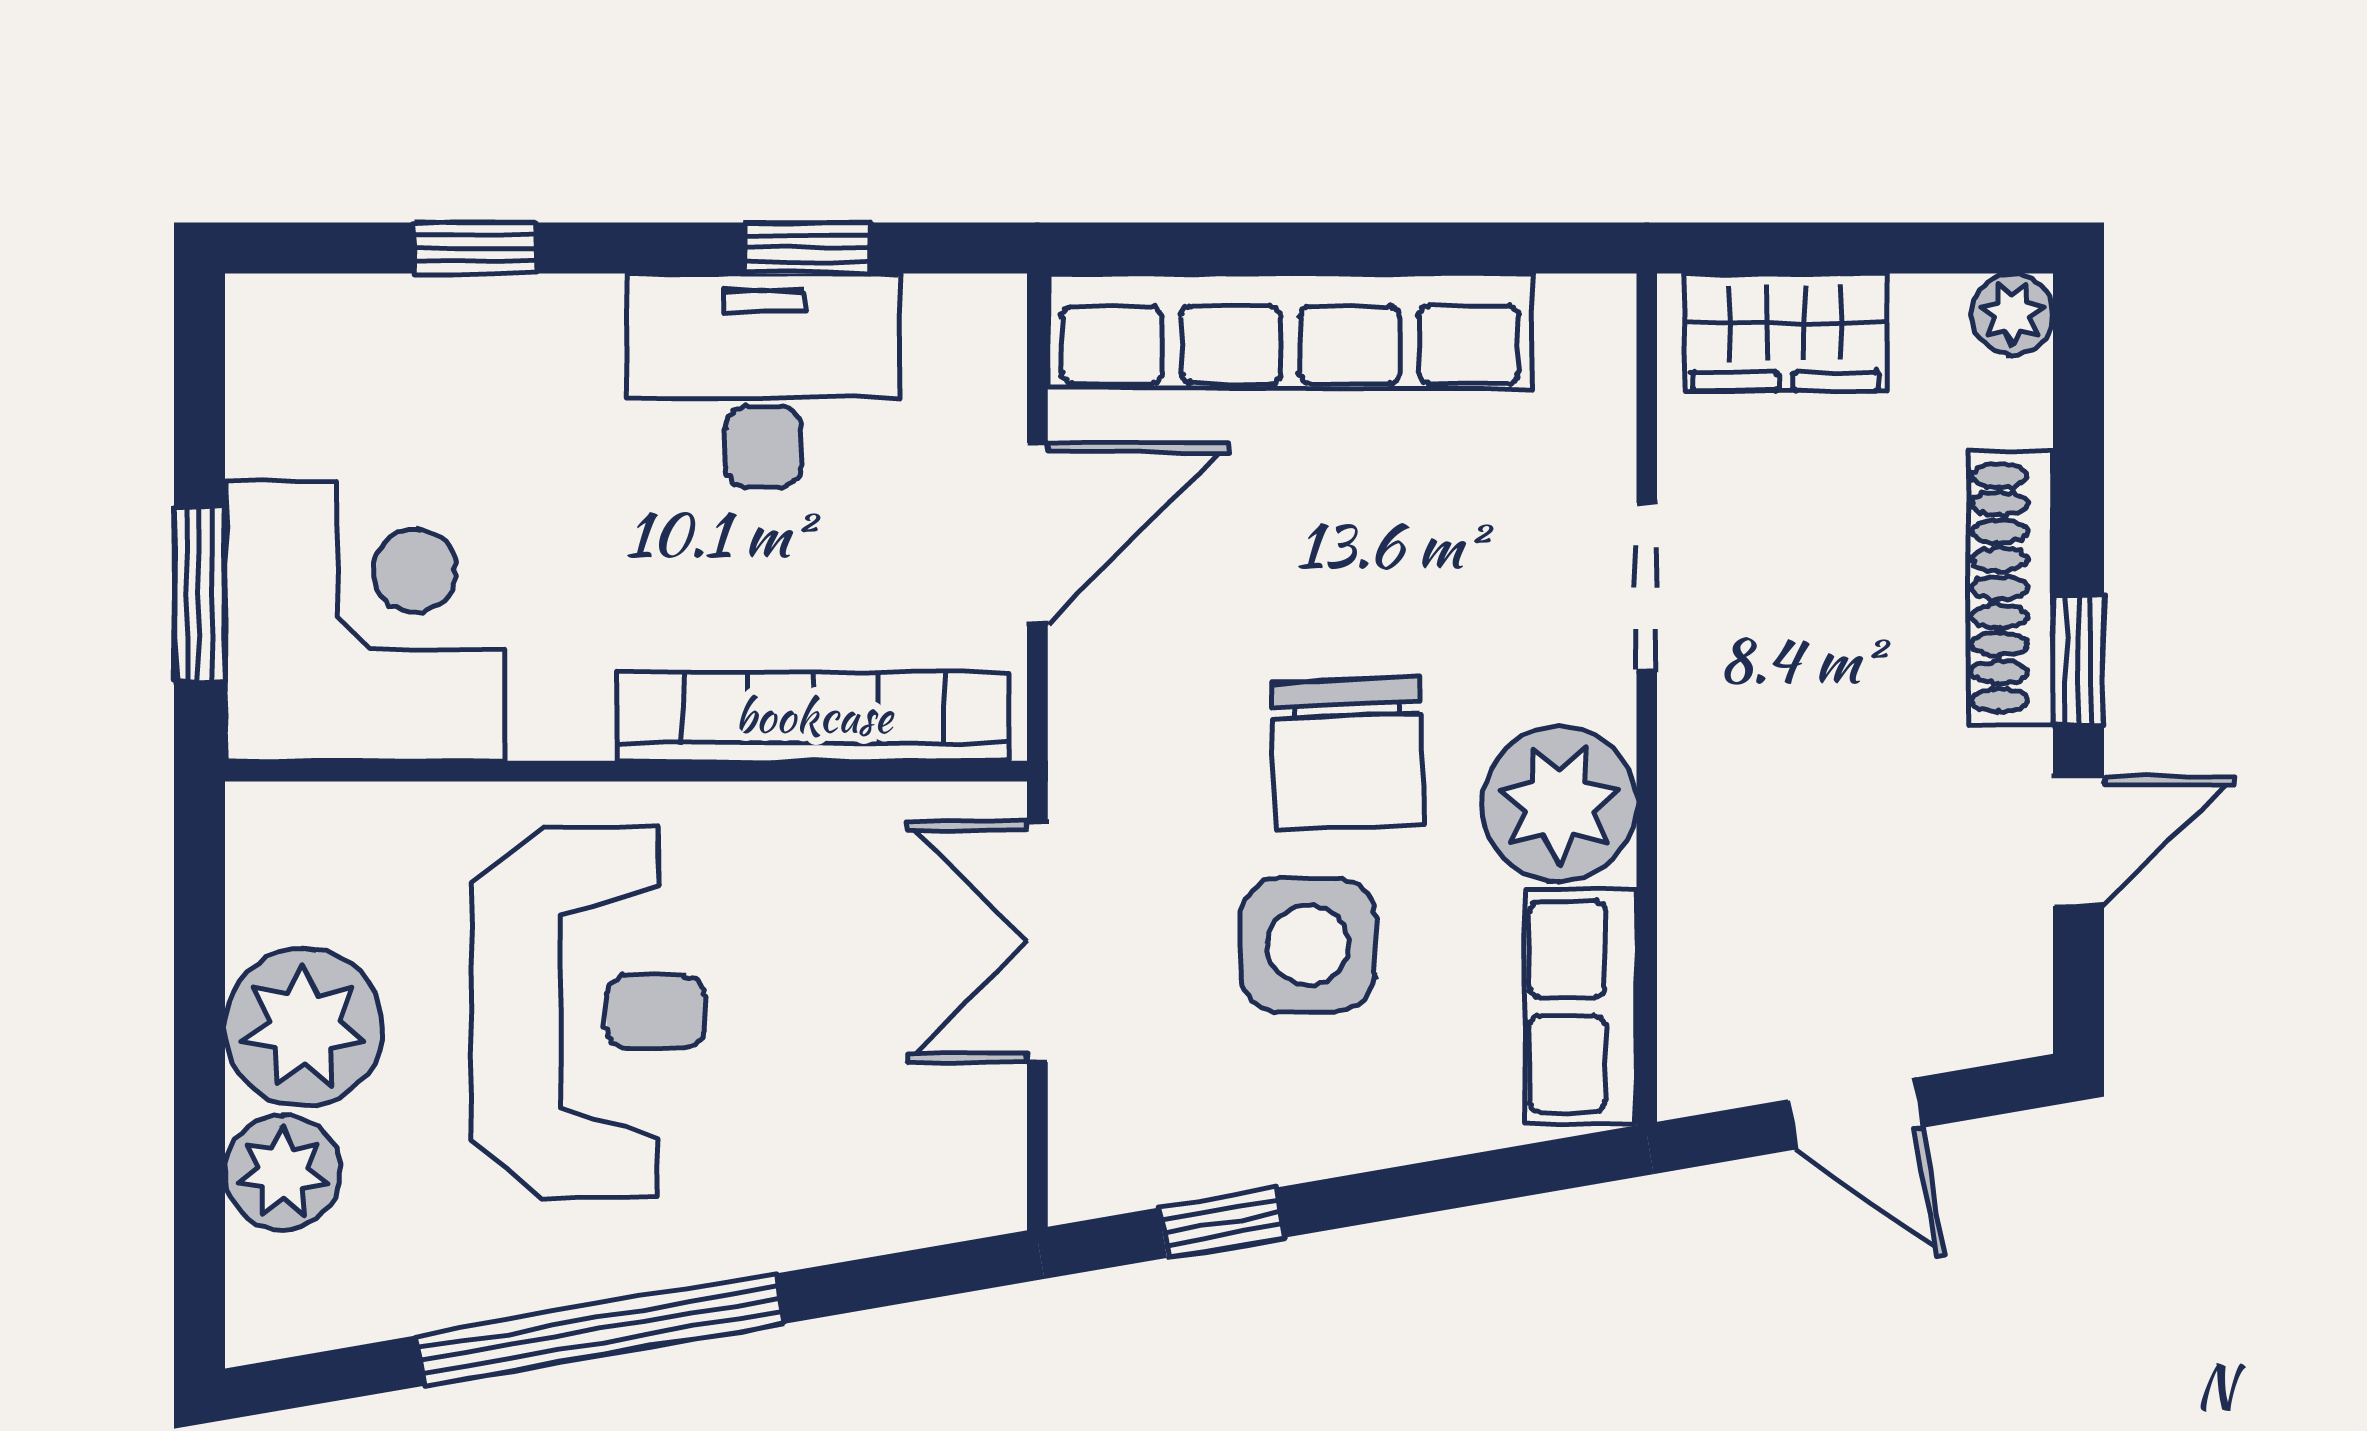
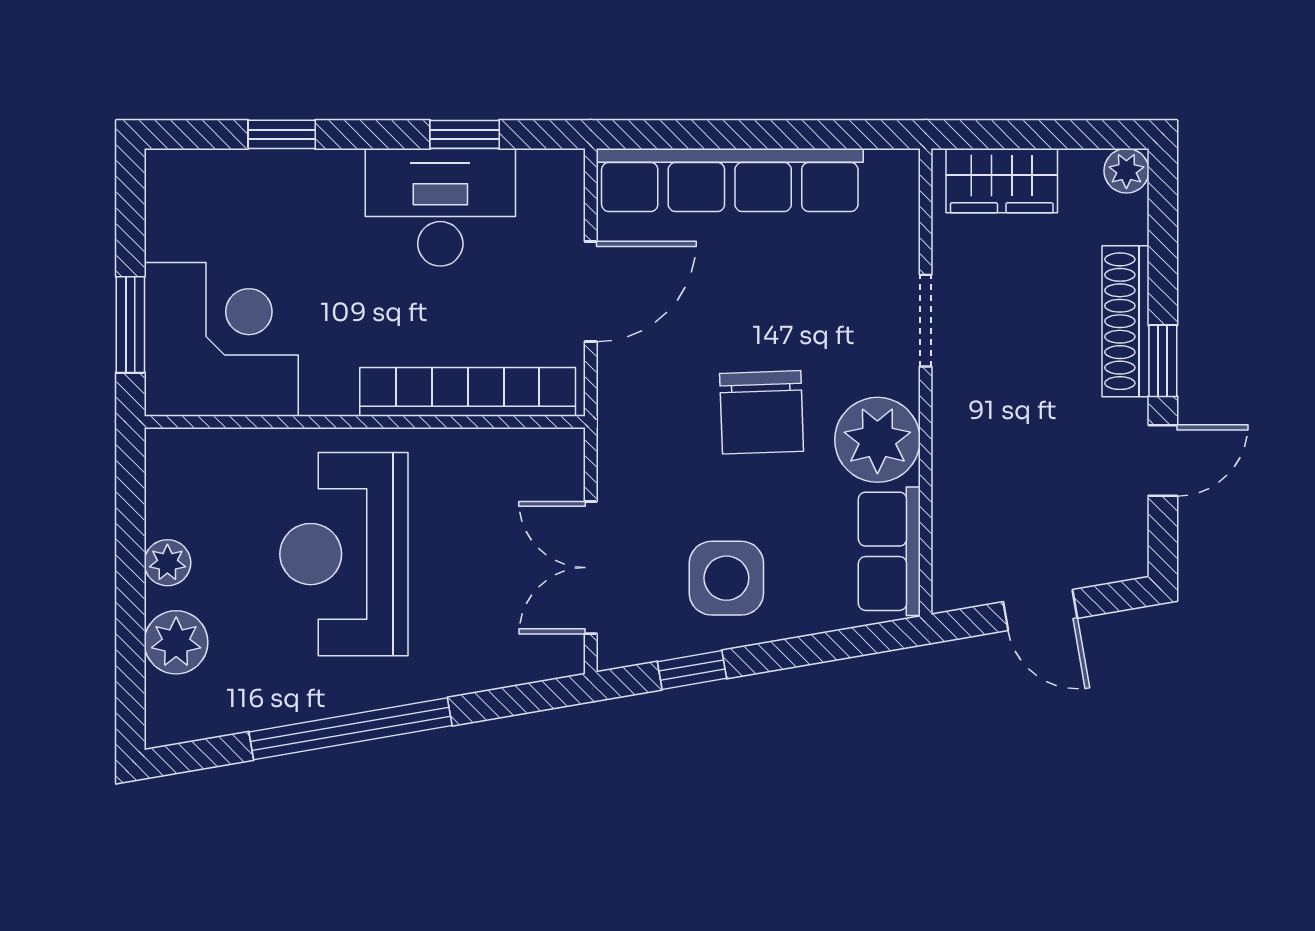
double door: (1037, 942) -> (591, 568), moved
side table: (1308, 945) -> (726, 578), moved
reception desk: (588, 1012) -> (344, 554), turned 180
plant: (304, 1027) -> (167, 563), width x0.53, depth x0.53

